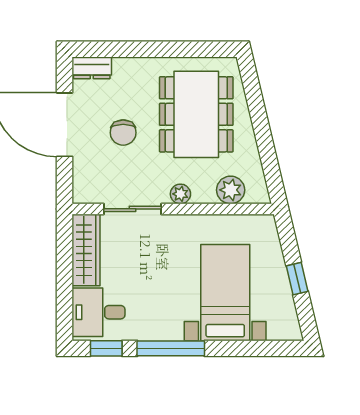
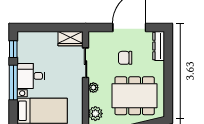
dresser: (92, 68) -> (159, 46), width x1.44
wardrobe: (86, 250) -> (71, 39), width x0.67
desk: (98, 312) -> (31, 76), moved, turned -90

